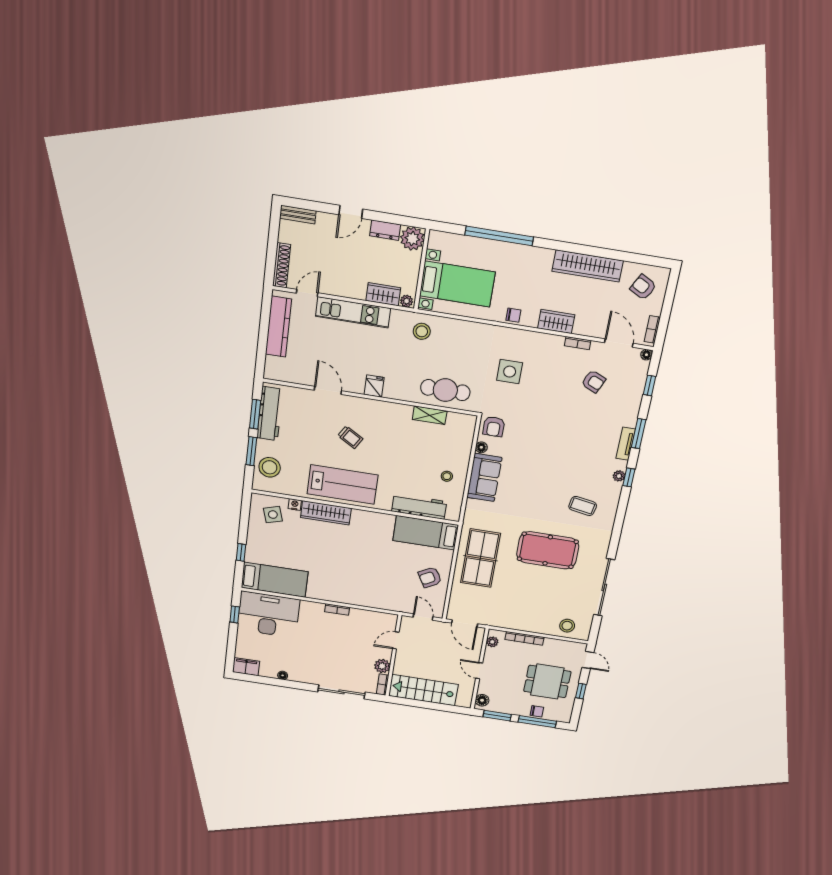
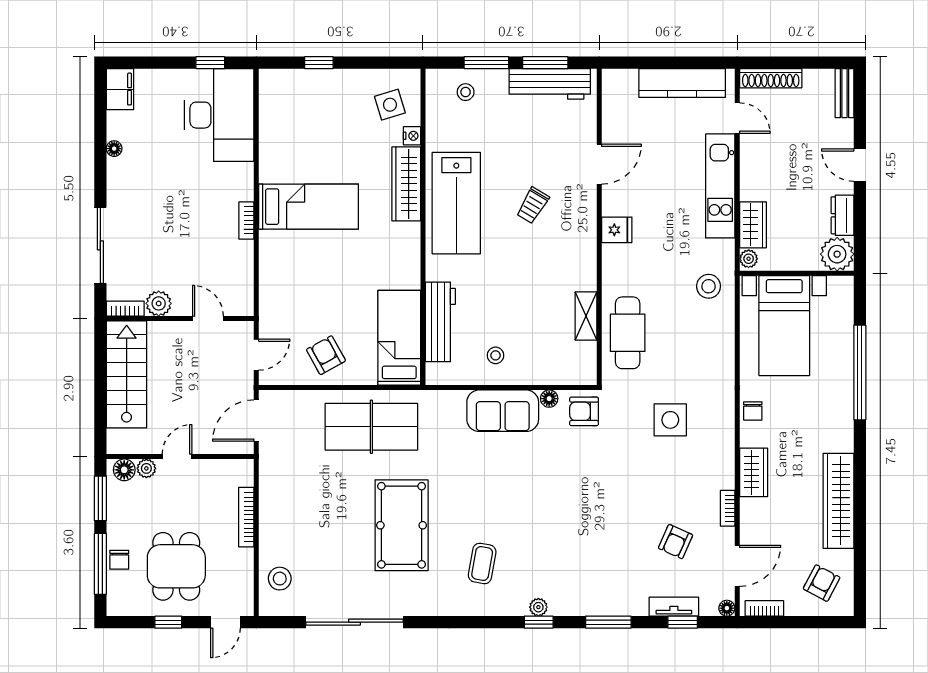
tv unit: (626, 444) -> (674, 607), moved
stool: (270, 467) -> (466, 92), width x0.53, depth x0.53
bed: (275, 580) -> (309, 207), moved, turned -90
plant: (492, 642) -> (146, 468), moved

